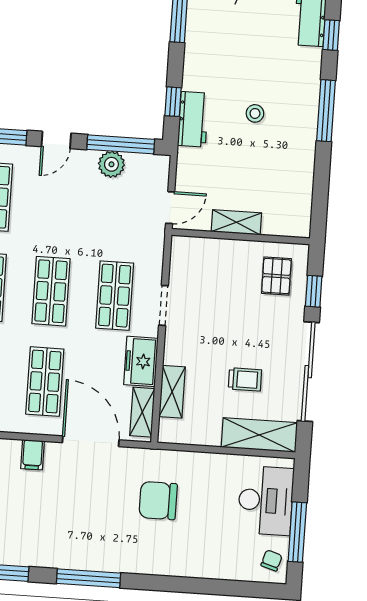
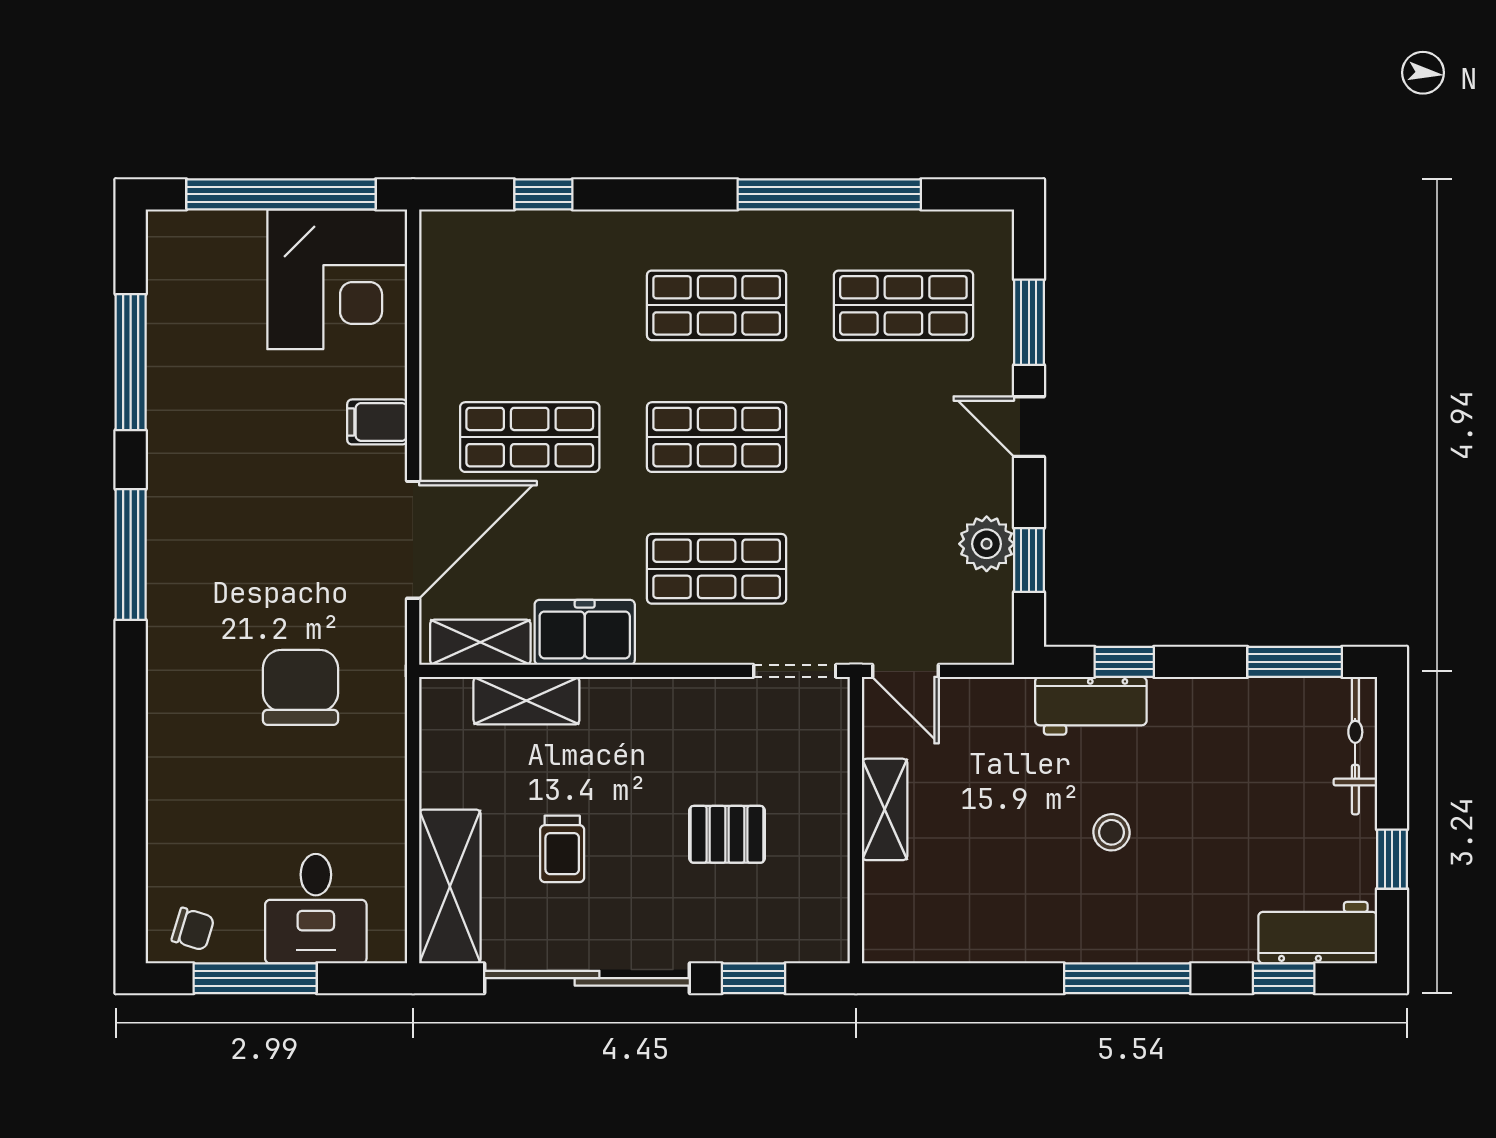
window: (121, 144) -> (1029, 560), width x0.46
pallet: (276, 276) -> (727, 834), moved
doorway: (164, 305) -> (795, 671), moved
desk: (266, 500) -> (316, 909), width x0.73

